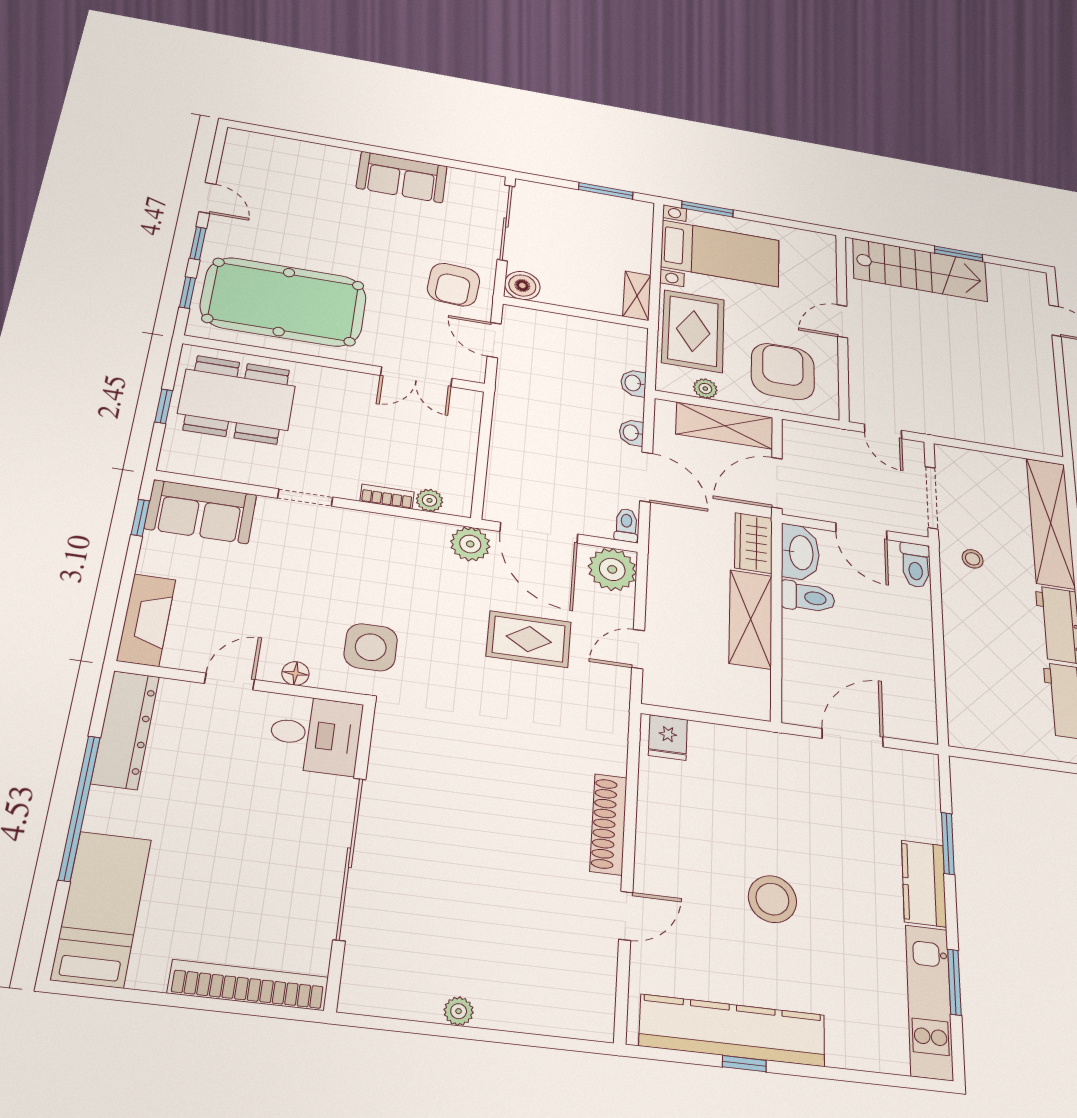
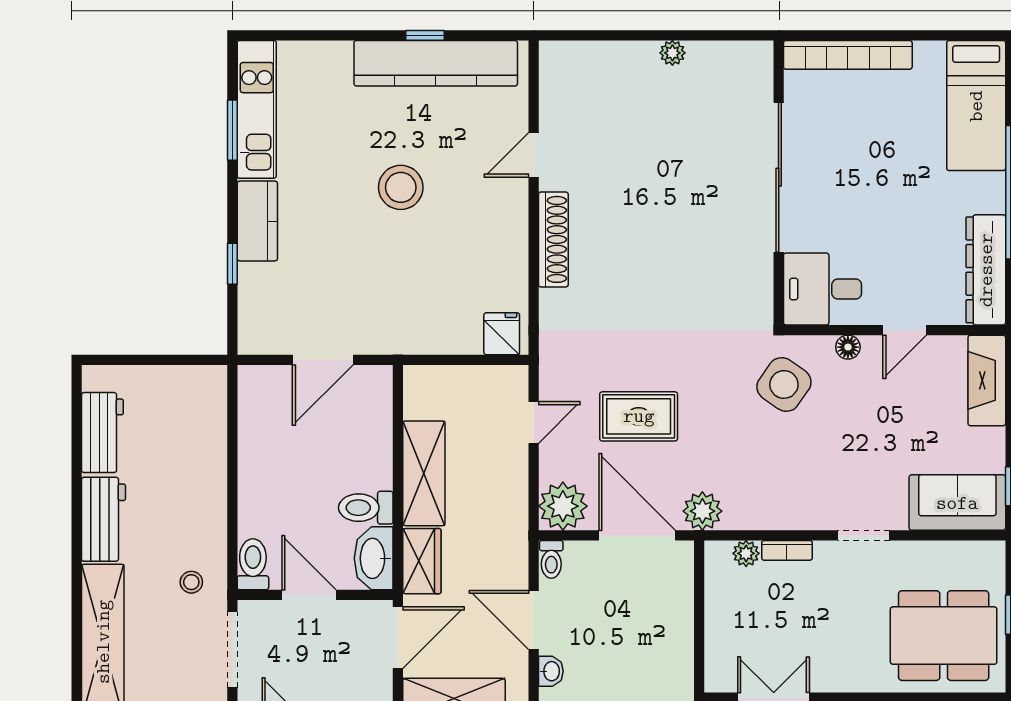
side table: (371, 647) -> (784, 384), turned 35
window: (948, 843) -> (232, 264), width x0.67

